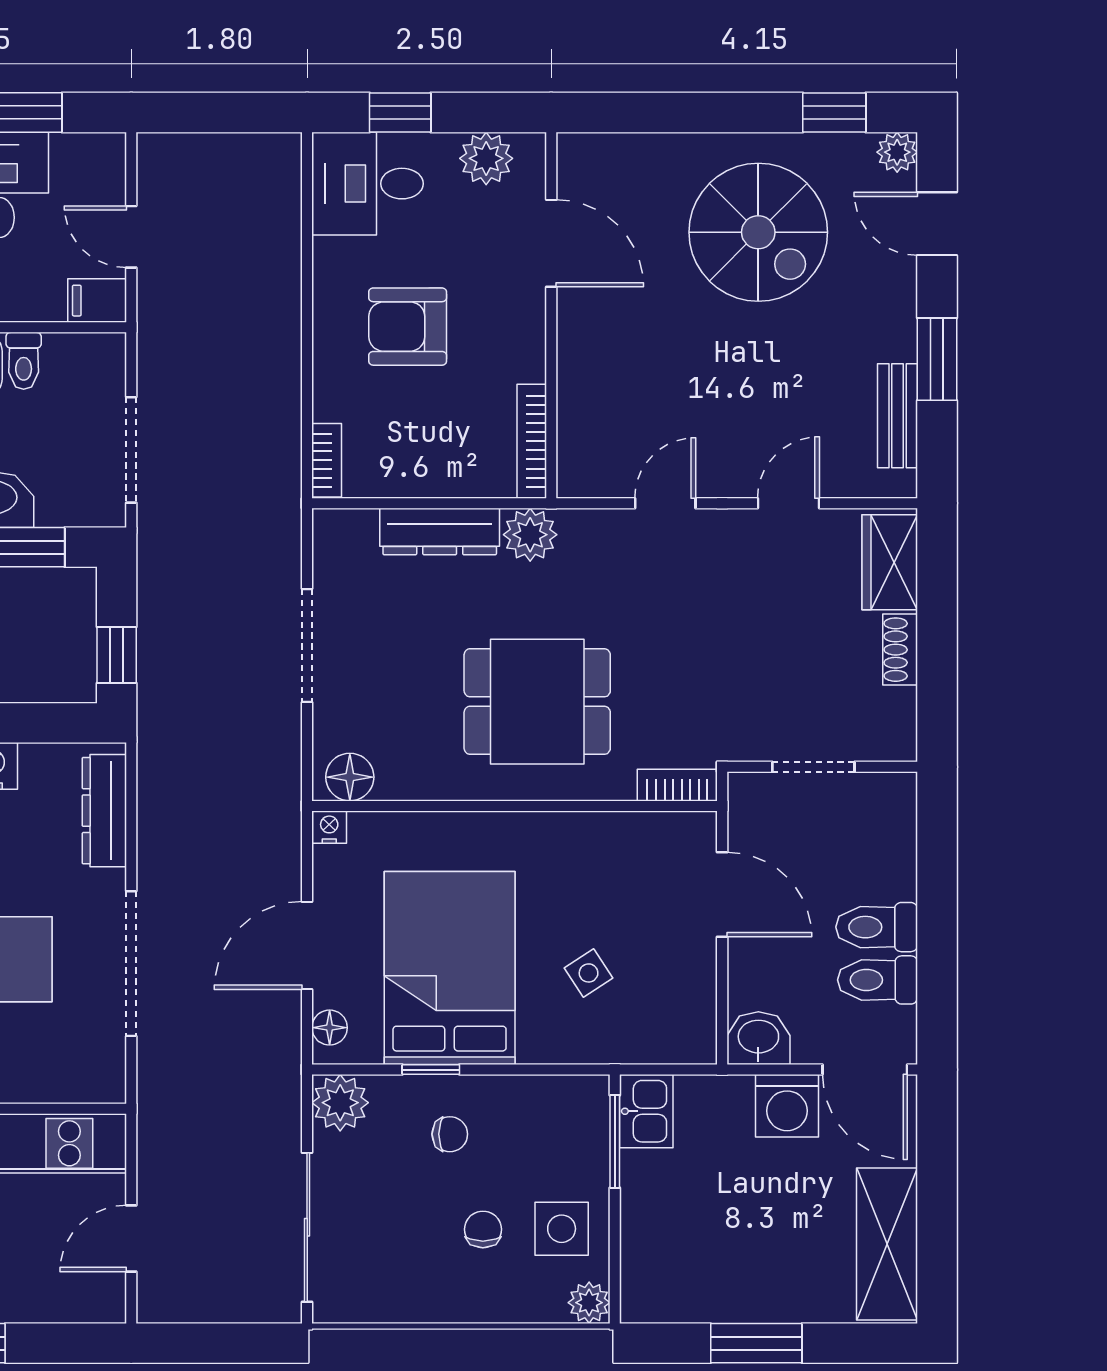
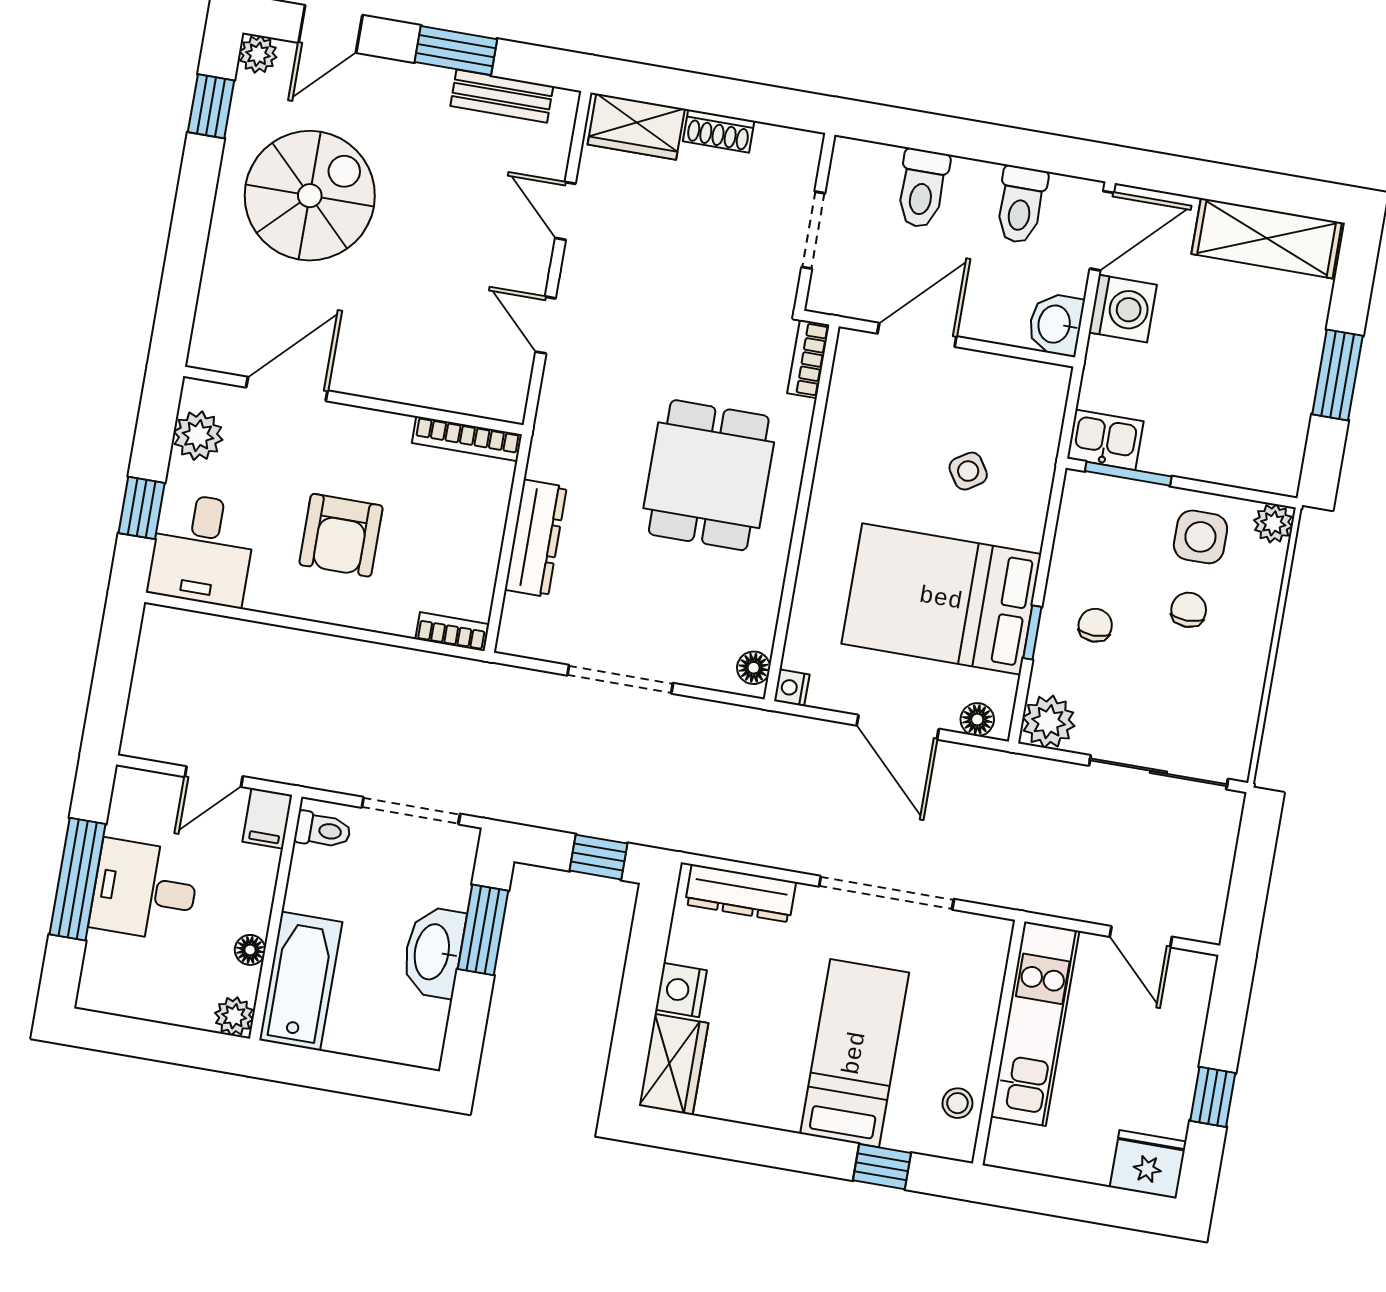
toilet: (24, 361) -> (323, 830), moved
plant: (530, 535) -> (553, 455), removed
floor lamp: (350, 777) -> (754, 668), width x0.73, depth x0.73
toilet: (877, 927) -> (922, 189), moved
chair: (483, 1229) -> (1189, 610), turned 90

